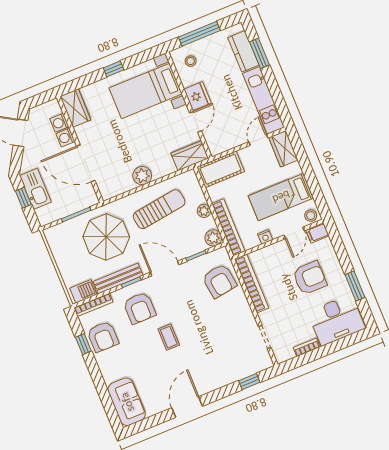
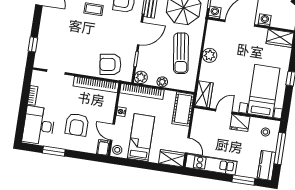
kitchen counter: (243, 51) -> (266, 165), moved, turned -90
door: (195, 122) -> (224, 111), swing flipped
washing machine: (59, 123) -> (215, 12), moved

